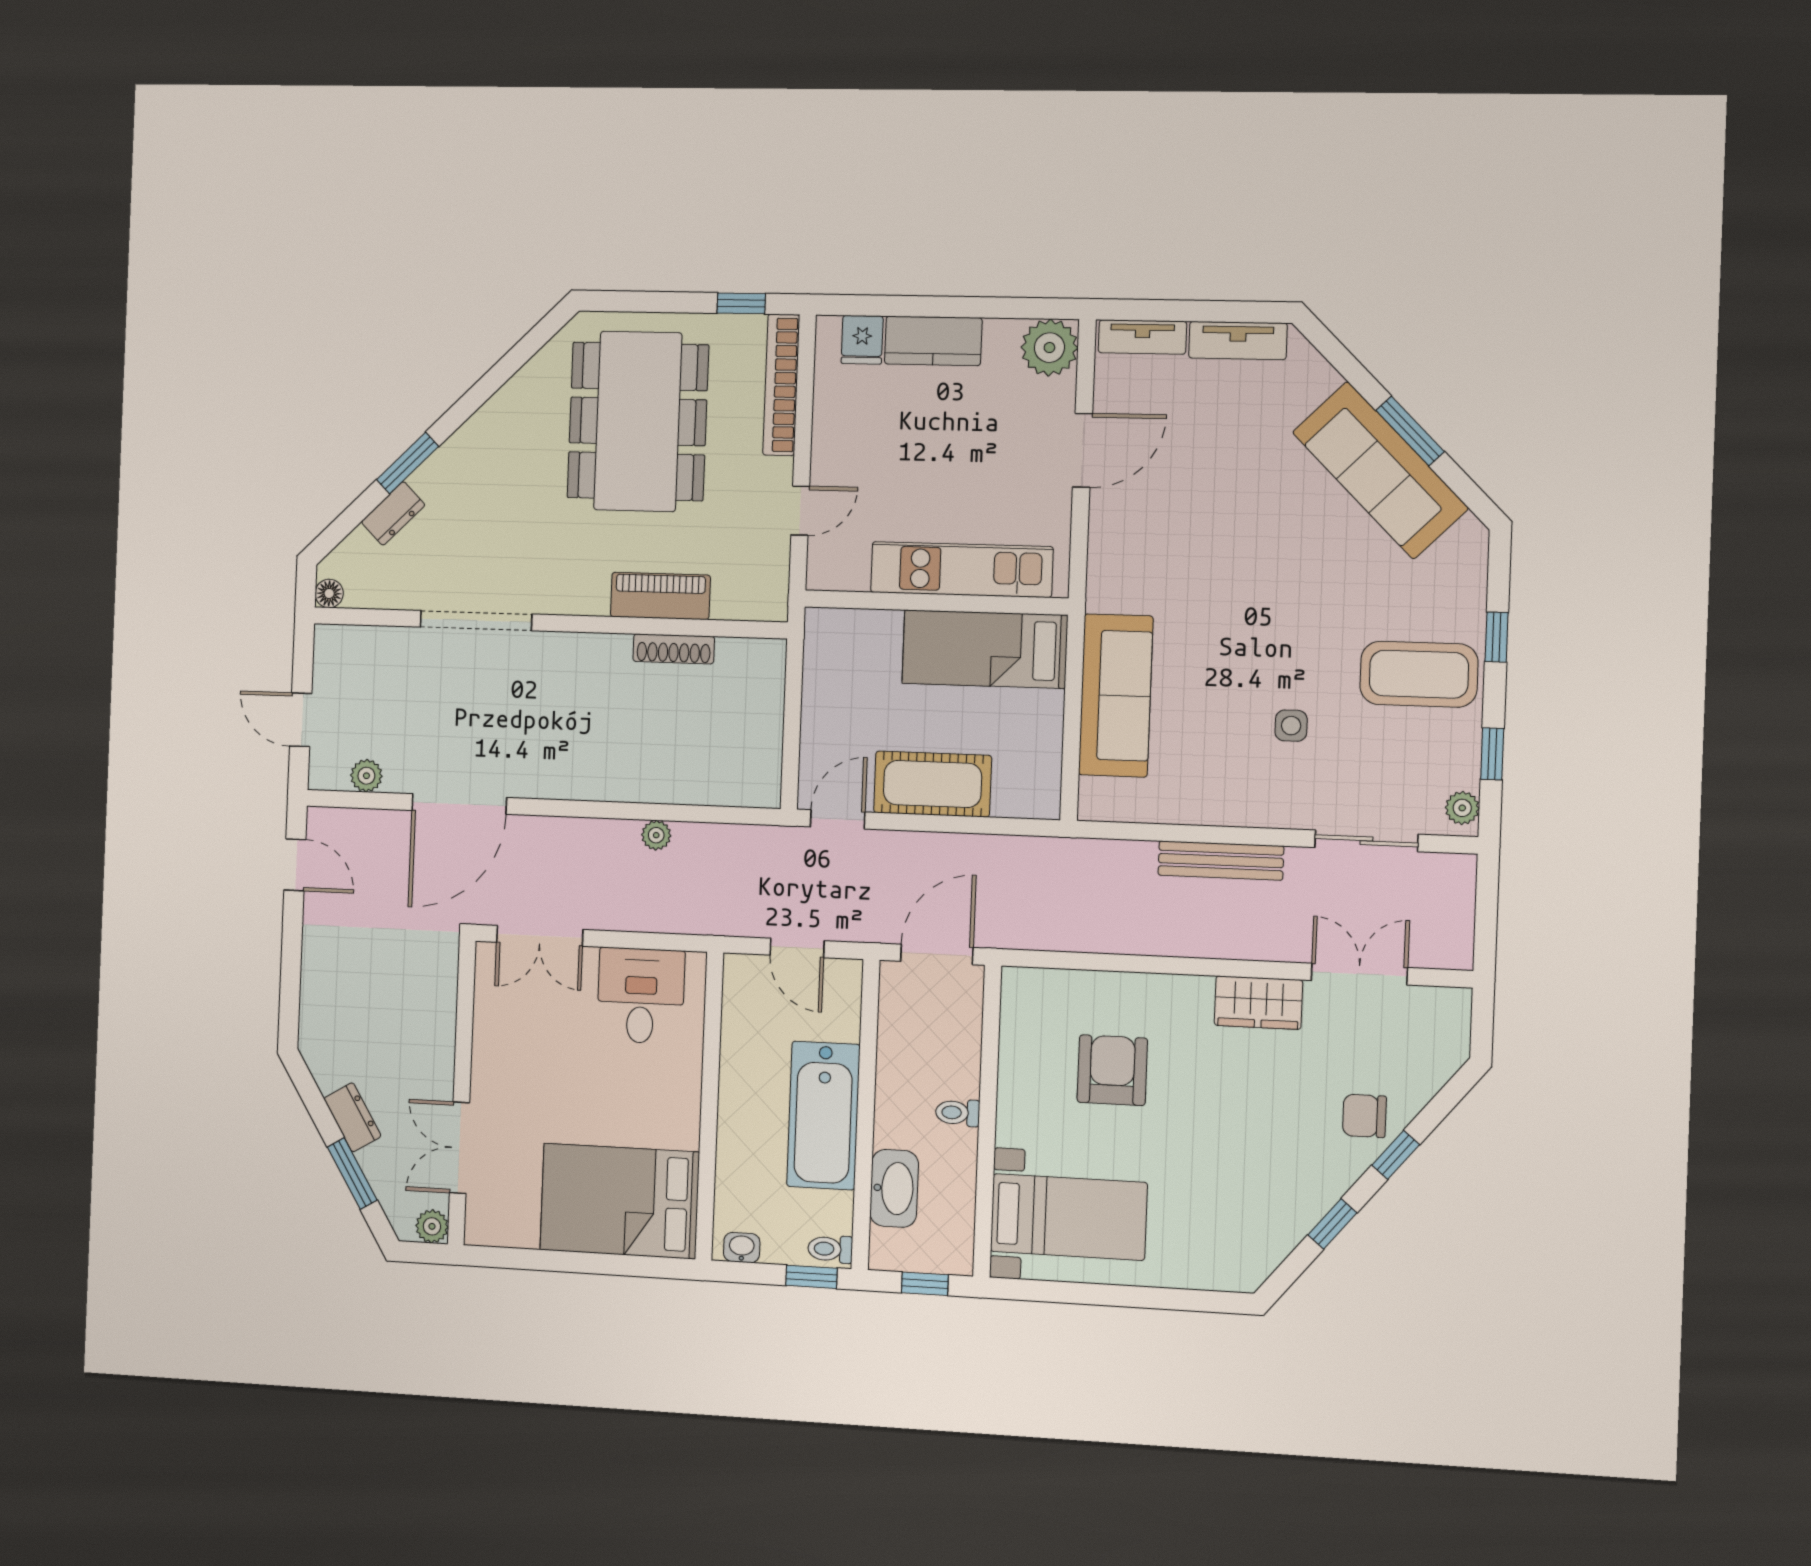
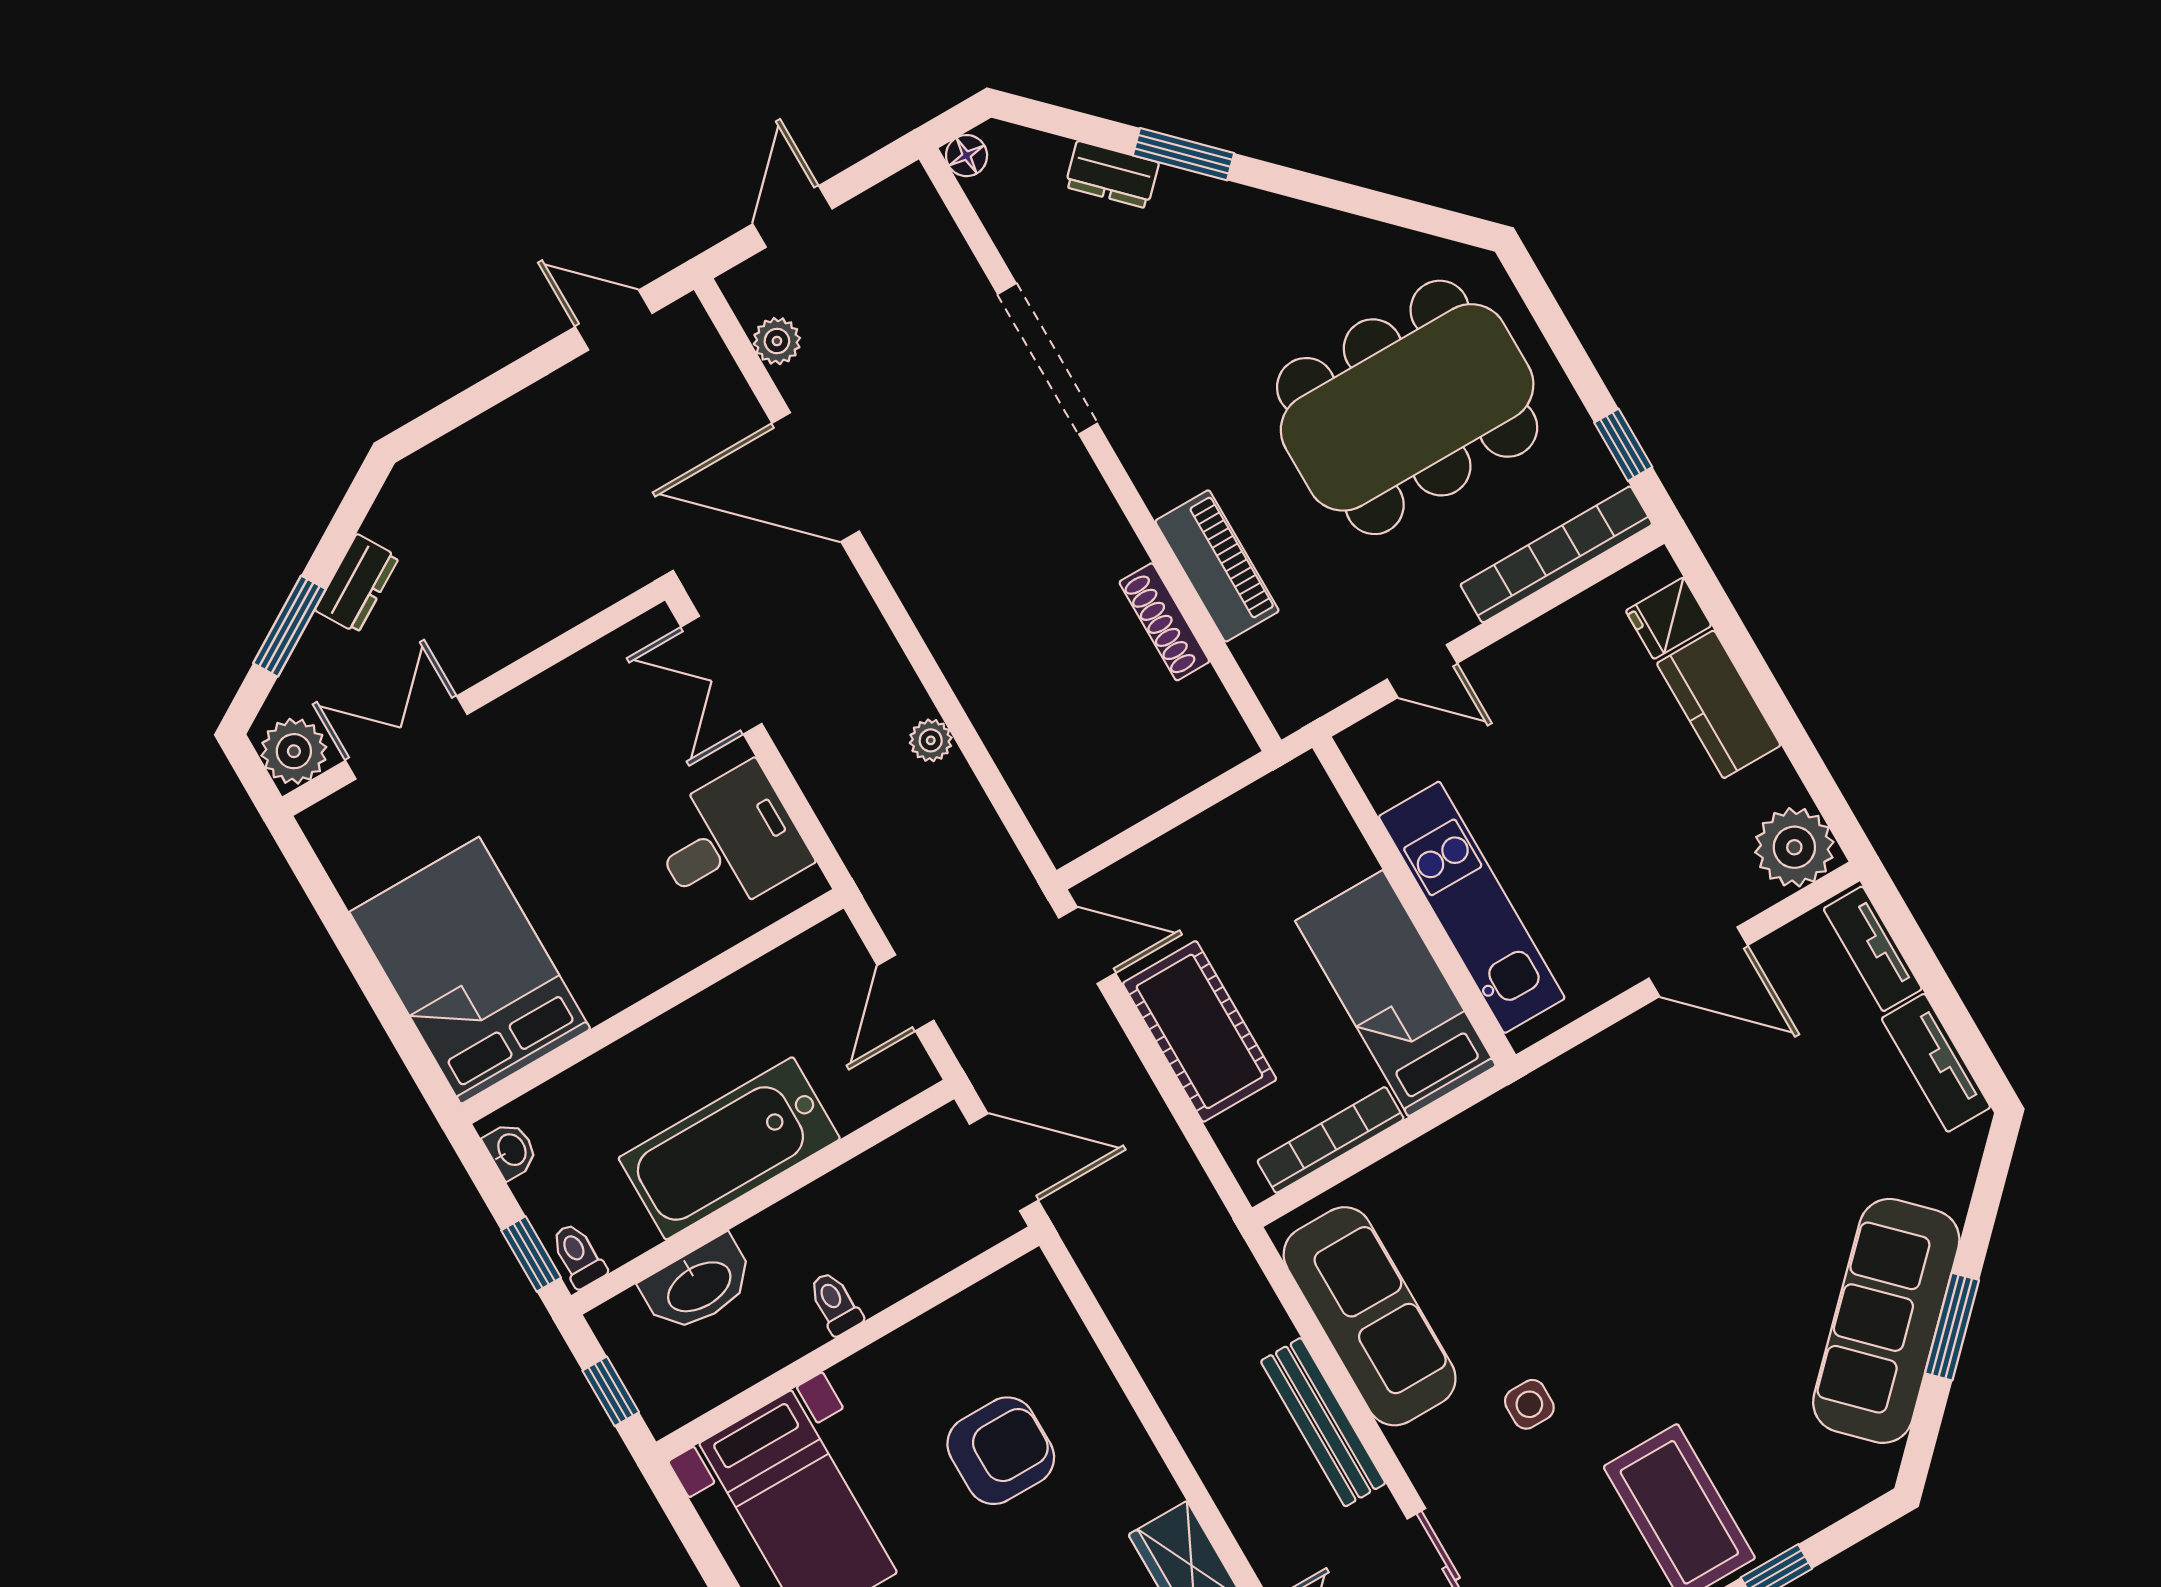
sofa: (1116, 695) -> (1370, 1316), moved, turned -90
bookcase: (1049, 746) -> (1331, 1140), added
door: (295, 865) -> (614, 320), swing flipped
plant: (432, 1226) -> (294, 751), width x1.38, depth x1.38

